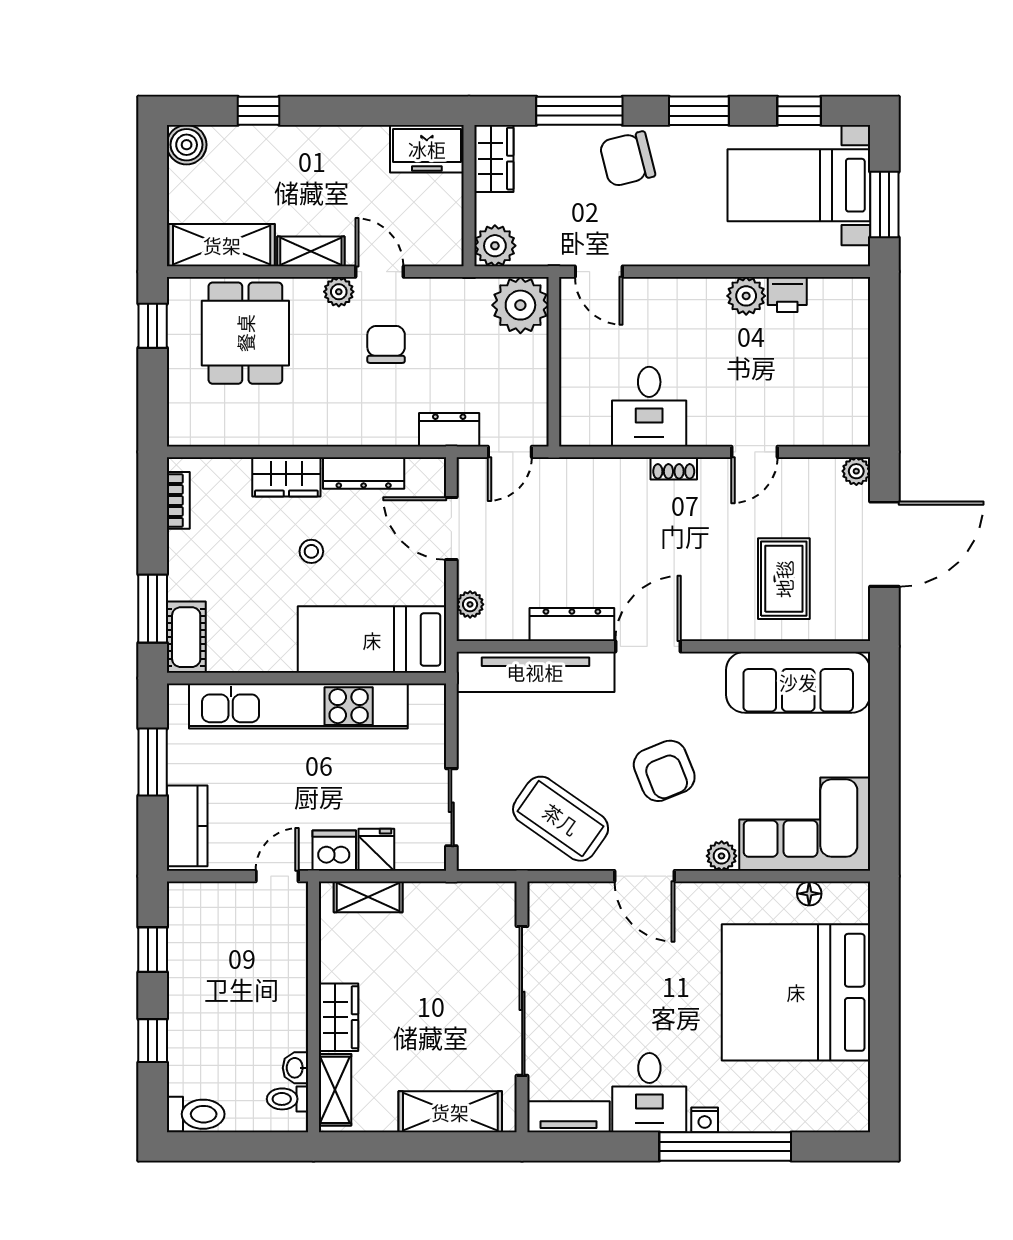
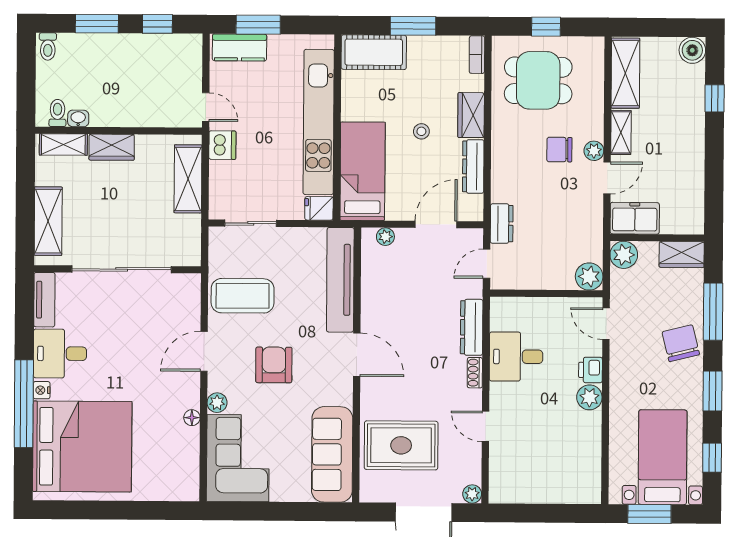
freezer: (427, 149) -> (635, 218), moved, turned 90
door: (599, 272) -> (606, 324), hinge flipped
printer: (787, 295) -> (590, 370), moved
plant: (746, 296) -> (589, 397), moved
plant: (520, 305) -> (589, 276), width x0.73, depth x0.73
window: (153, 326) -> (546, 27), moved
dining table: (245, 333) -> (538, 80), moved
chair: (386, 344) -> (559, 150), moved, turned 180
door: (510, 452) -> (487, 264), hinge flipped
bookcase: (178, 500) -> (477, 55), moved, turned 90
rug: (784, 579) -> (401, 445), width x1.36, depth x1.43
window: (153, 609) -> (413, 26), moved
dresser: (572, 625) -> (472, 327), moved, turned 180
cot: (186, 637) -> (374, 52), width x1.37, depth x1.34
window: (153, 762) -> (258, 25), moved
armchair: (664, 771) -> (274, 365), turned 112
coffee table: (561, 819) -> (243, 296), turned 55
fridge: (376, 850) -> (319, 208), moved, turned 180
floor lamp: (809, 894) -> (192, 418), moved
shelving: (368, 897) -> (188, 179), width x1.50, depth x1.33
bed: (796, 992) -> (82, 447), moved, turned 90
window: (153, 1041) -> (97, 24), width x1.50
toilet: (196, 1114) -> (48, 46), width x0.73, depth x0.72

